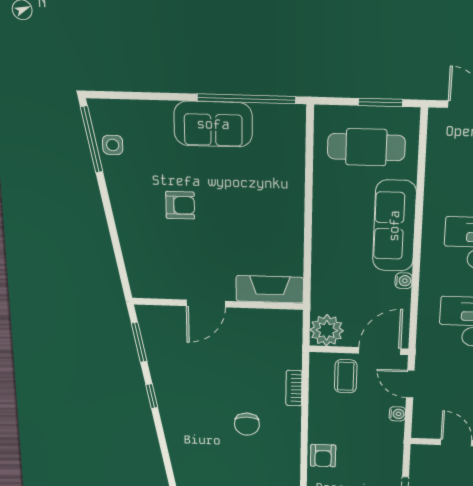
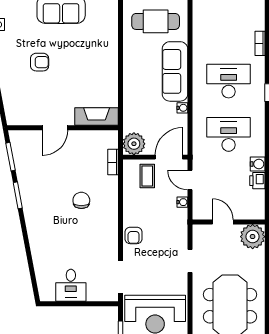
bookcase: (294, 388) -> (113, 162), moved
window: (152, 396) -> (18, 195), width x1.50
chair: (247, 424) -> (81, 200), moved, turned 180

